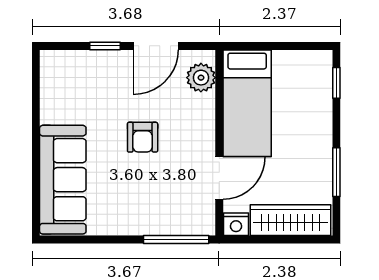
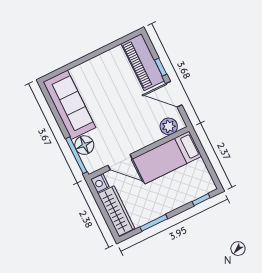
piano: (84, 69) -> (143, 62), added
armchair: (143, 137) -> (122, 111), removed
sofa: (63, 180) -> (69, 105), moved, turned -90
floor lamp: (167, 220) -> (84, 145), added

